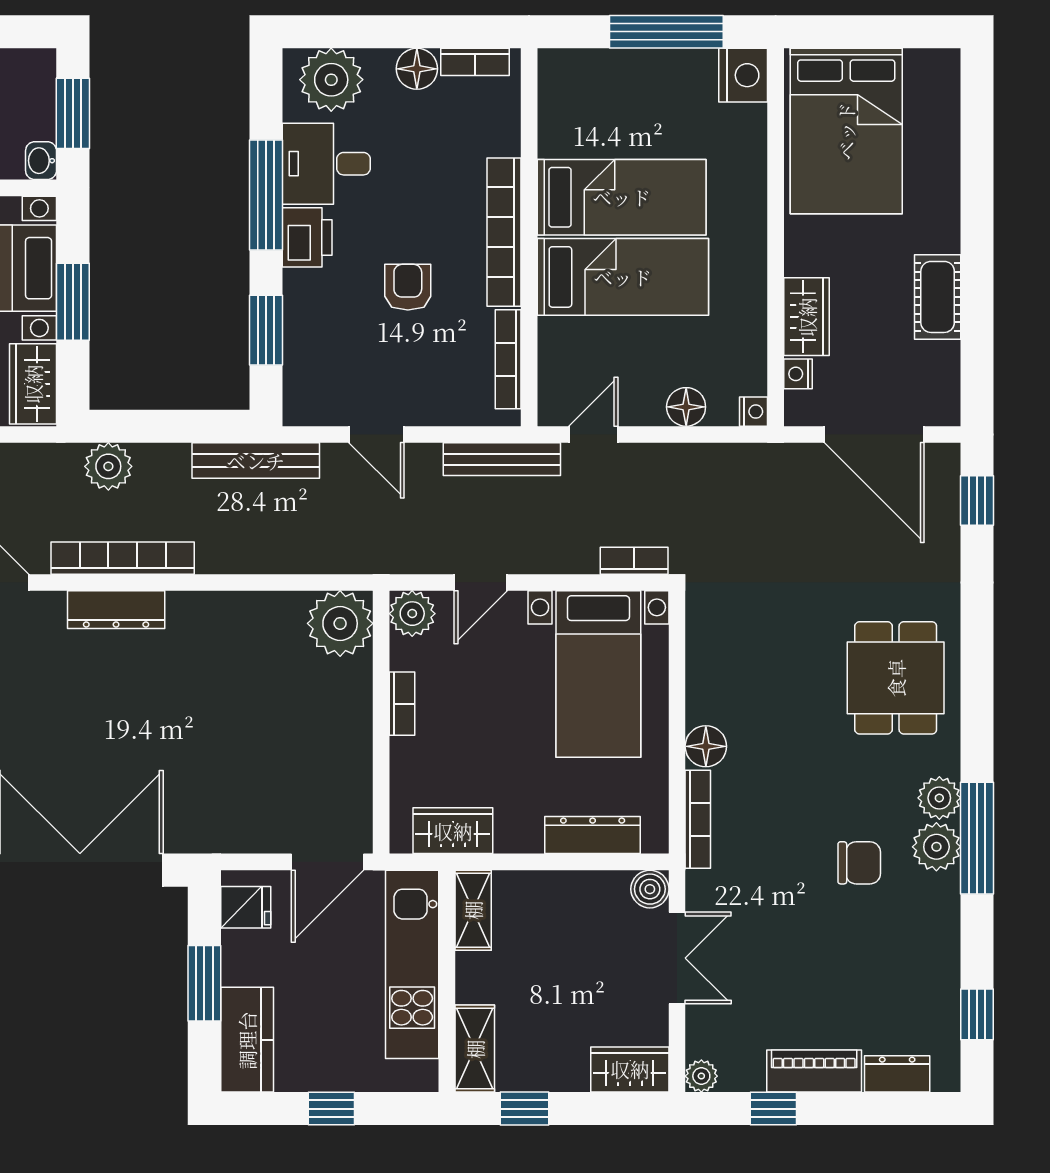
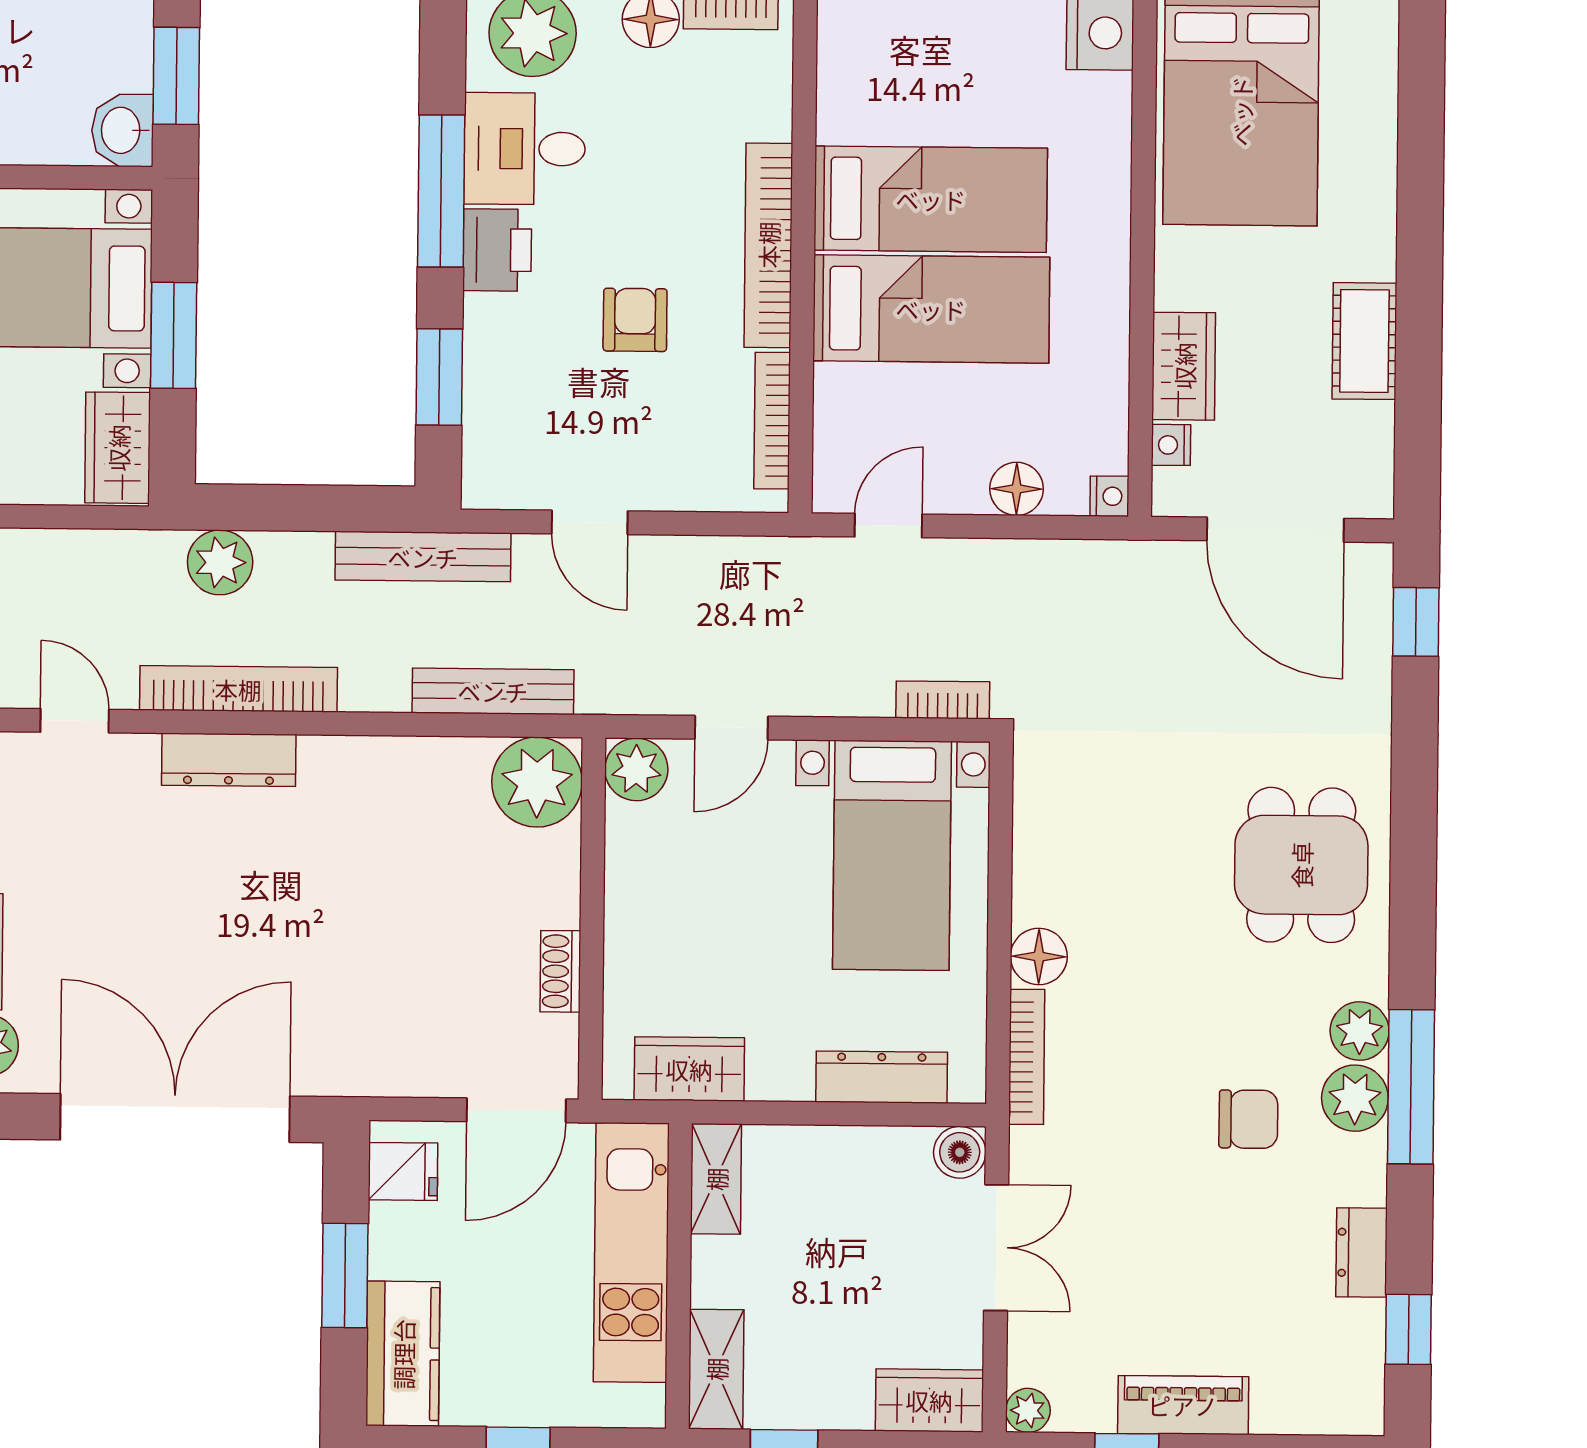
washbasin: (41, 161) -> (122, 130), width x1.38, depth x1.45
bench: (502, 459) -> (493, 691), moved
bookcase: (402, 704) -> (621, 893), removed
shoe rack: (358, 761) -> (560, 971), added
dresser: (897, 1074) -> (1361, 1252), moved, turned -90

